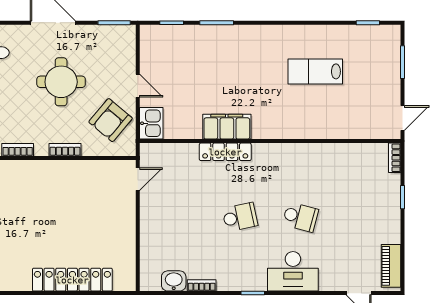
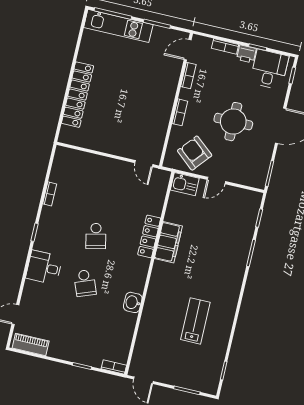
school desk: (300, 217) -> (85, 283), turned -36
desk: (293, 271) -> (44, 267), width x0.73
washbasin: (174, 281) -> (133, 302), moved, turned 180

